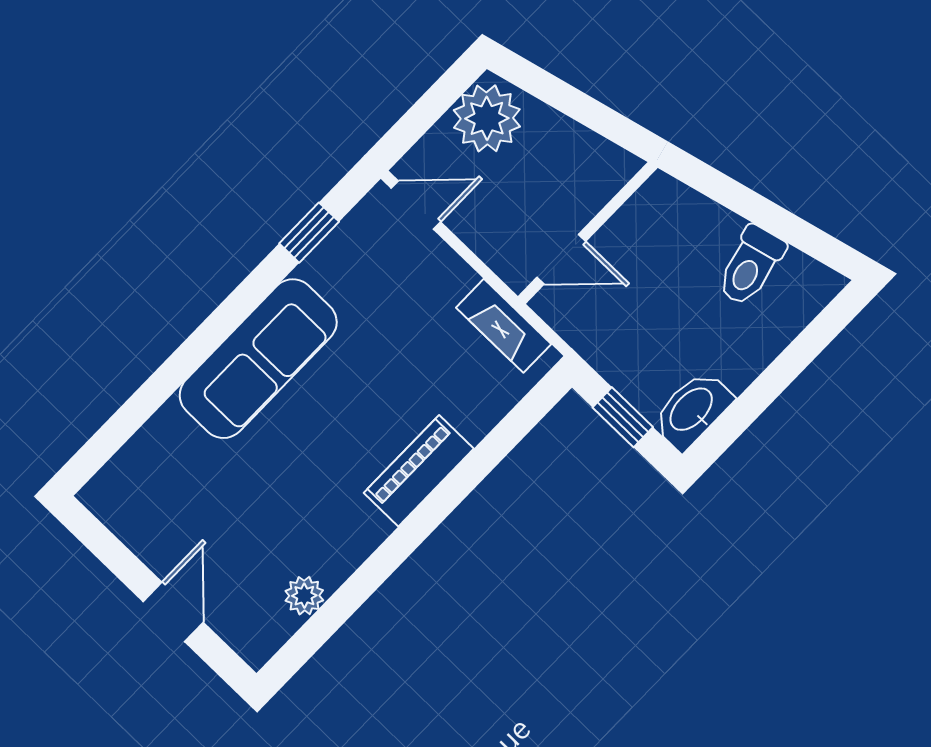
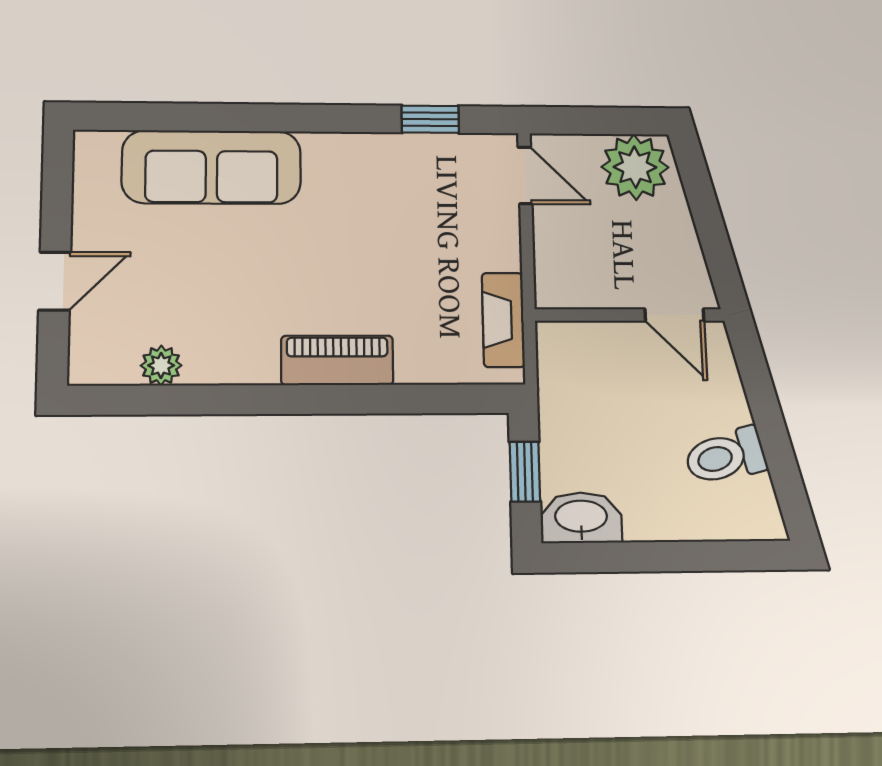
door: (561, 259) -> (674, 315), moved
sofa: (258, 359) -> (211, 167), moved

